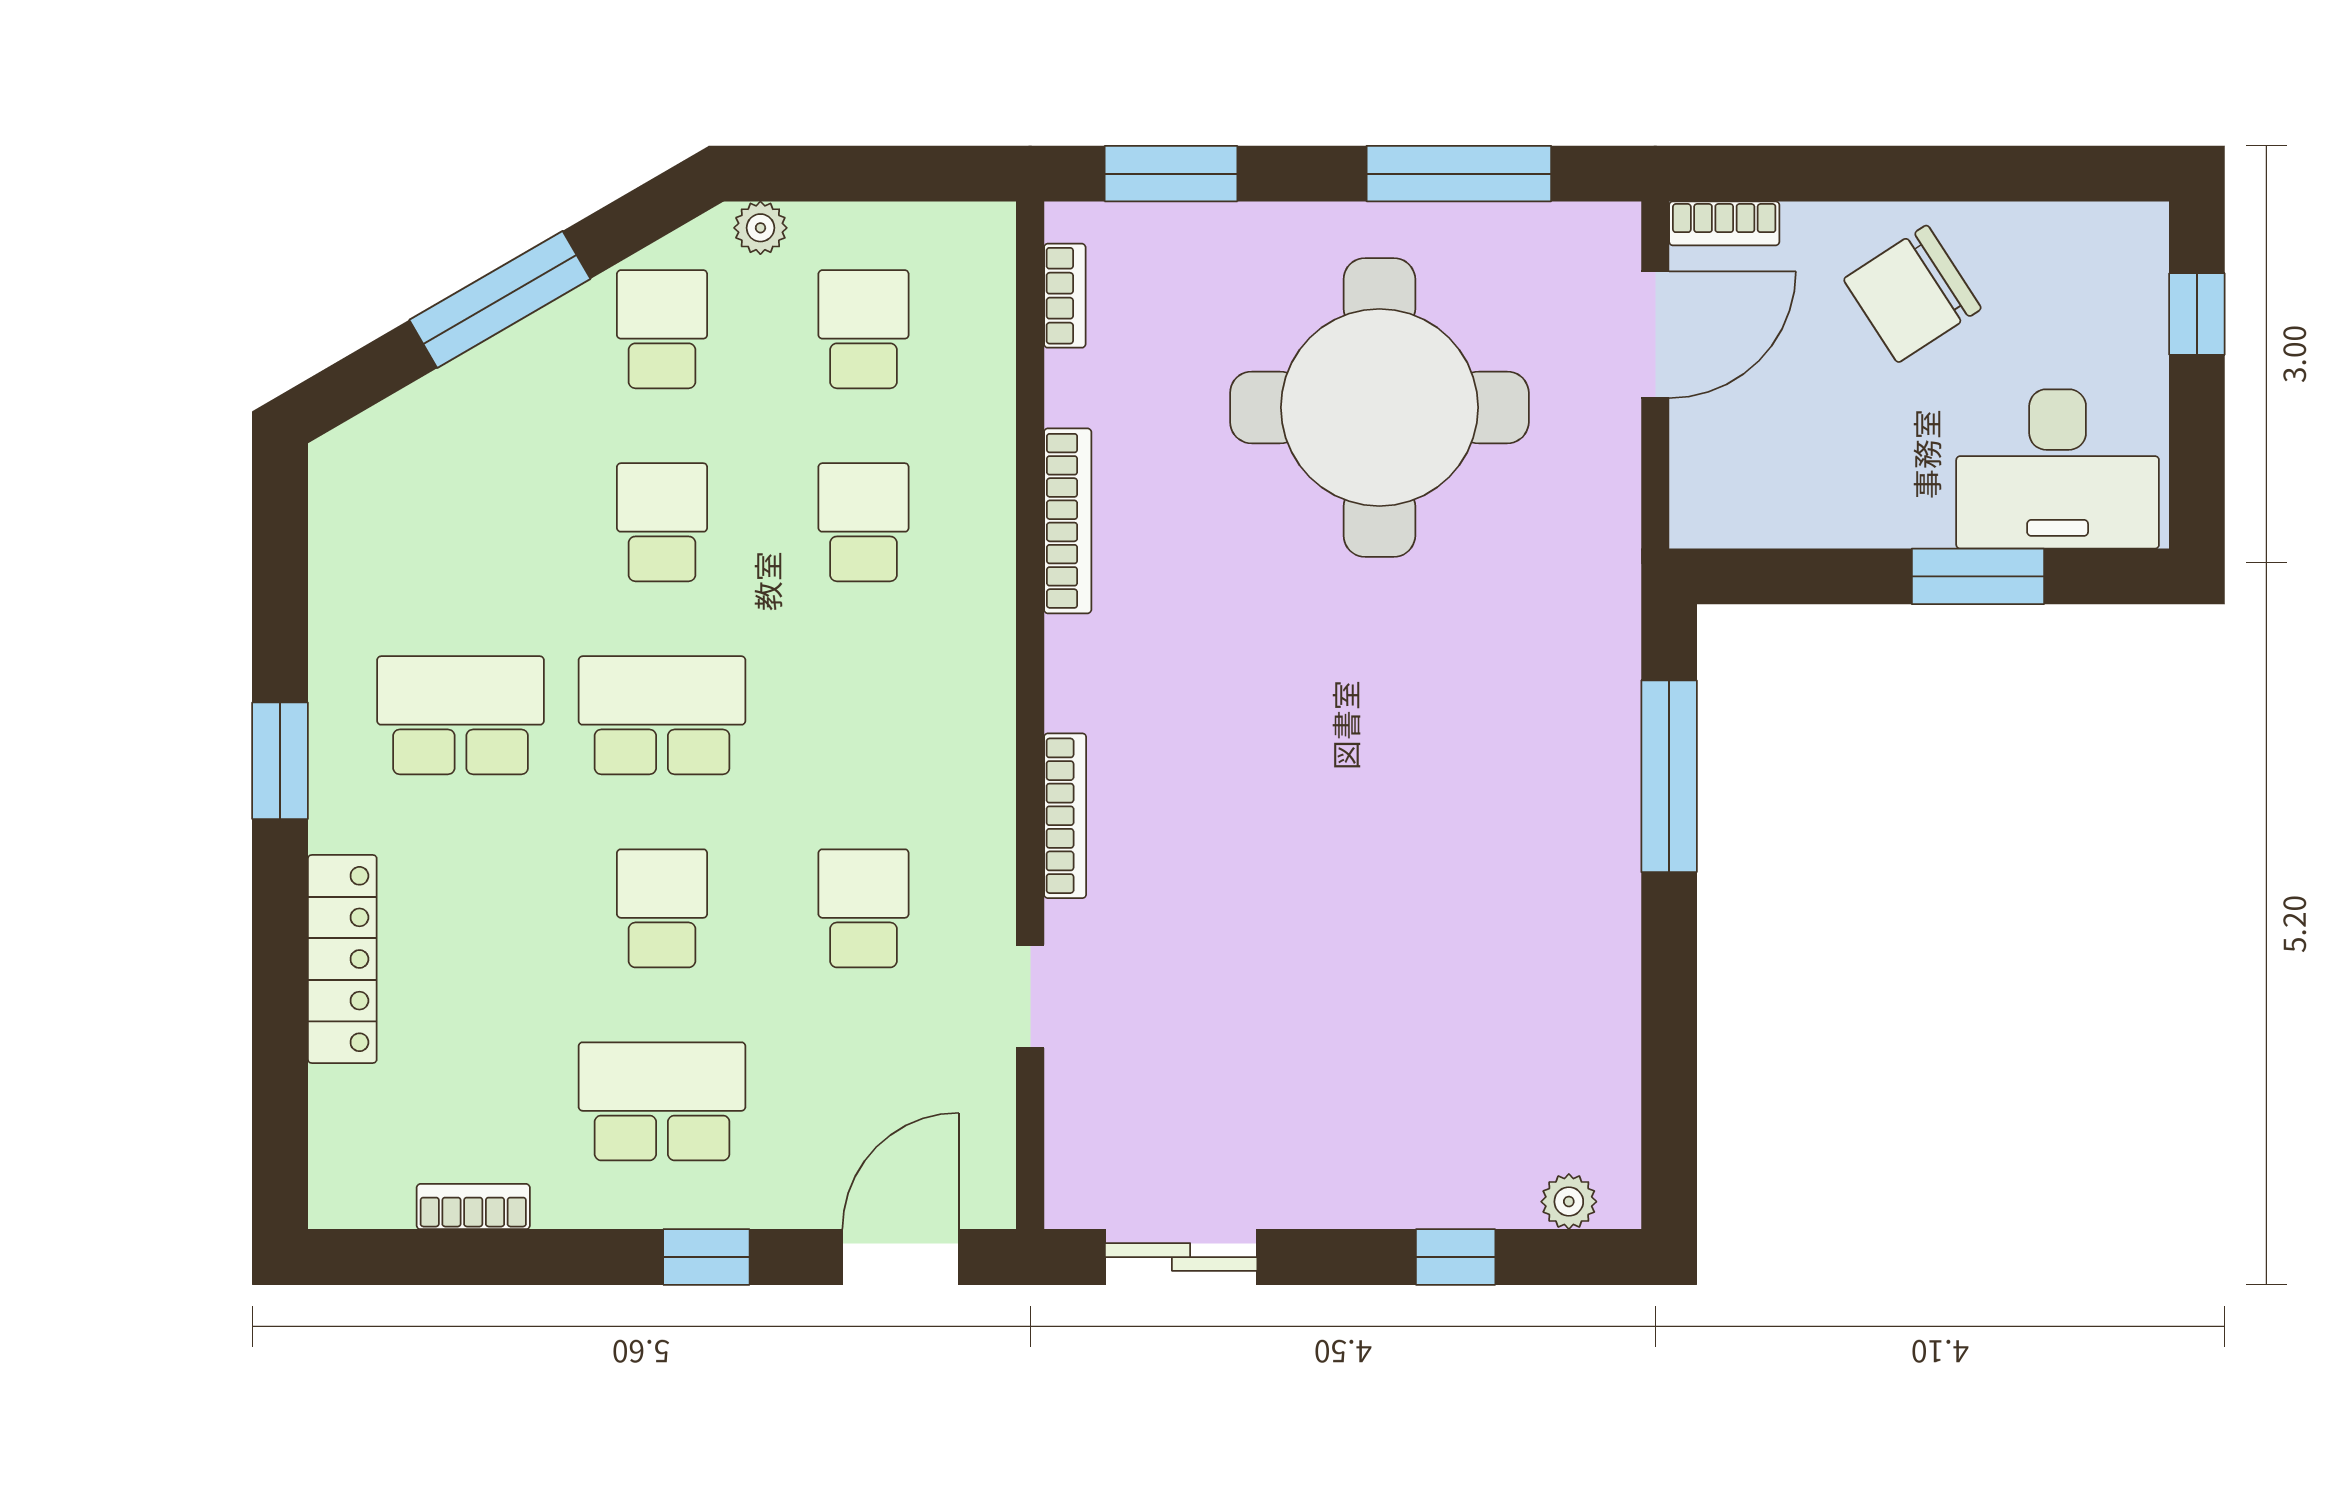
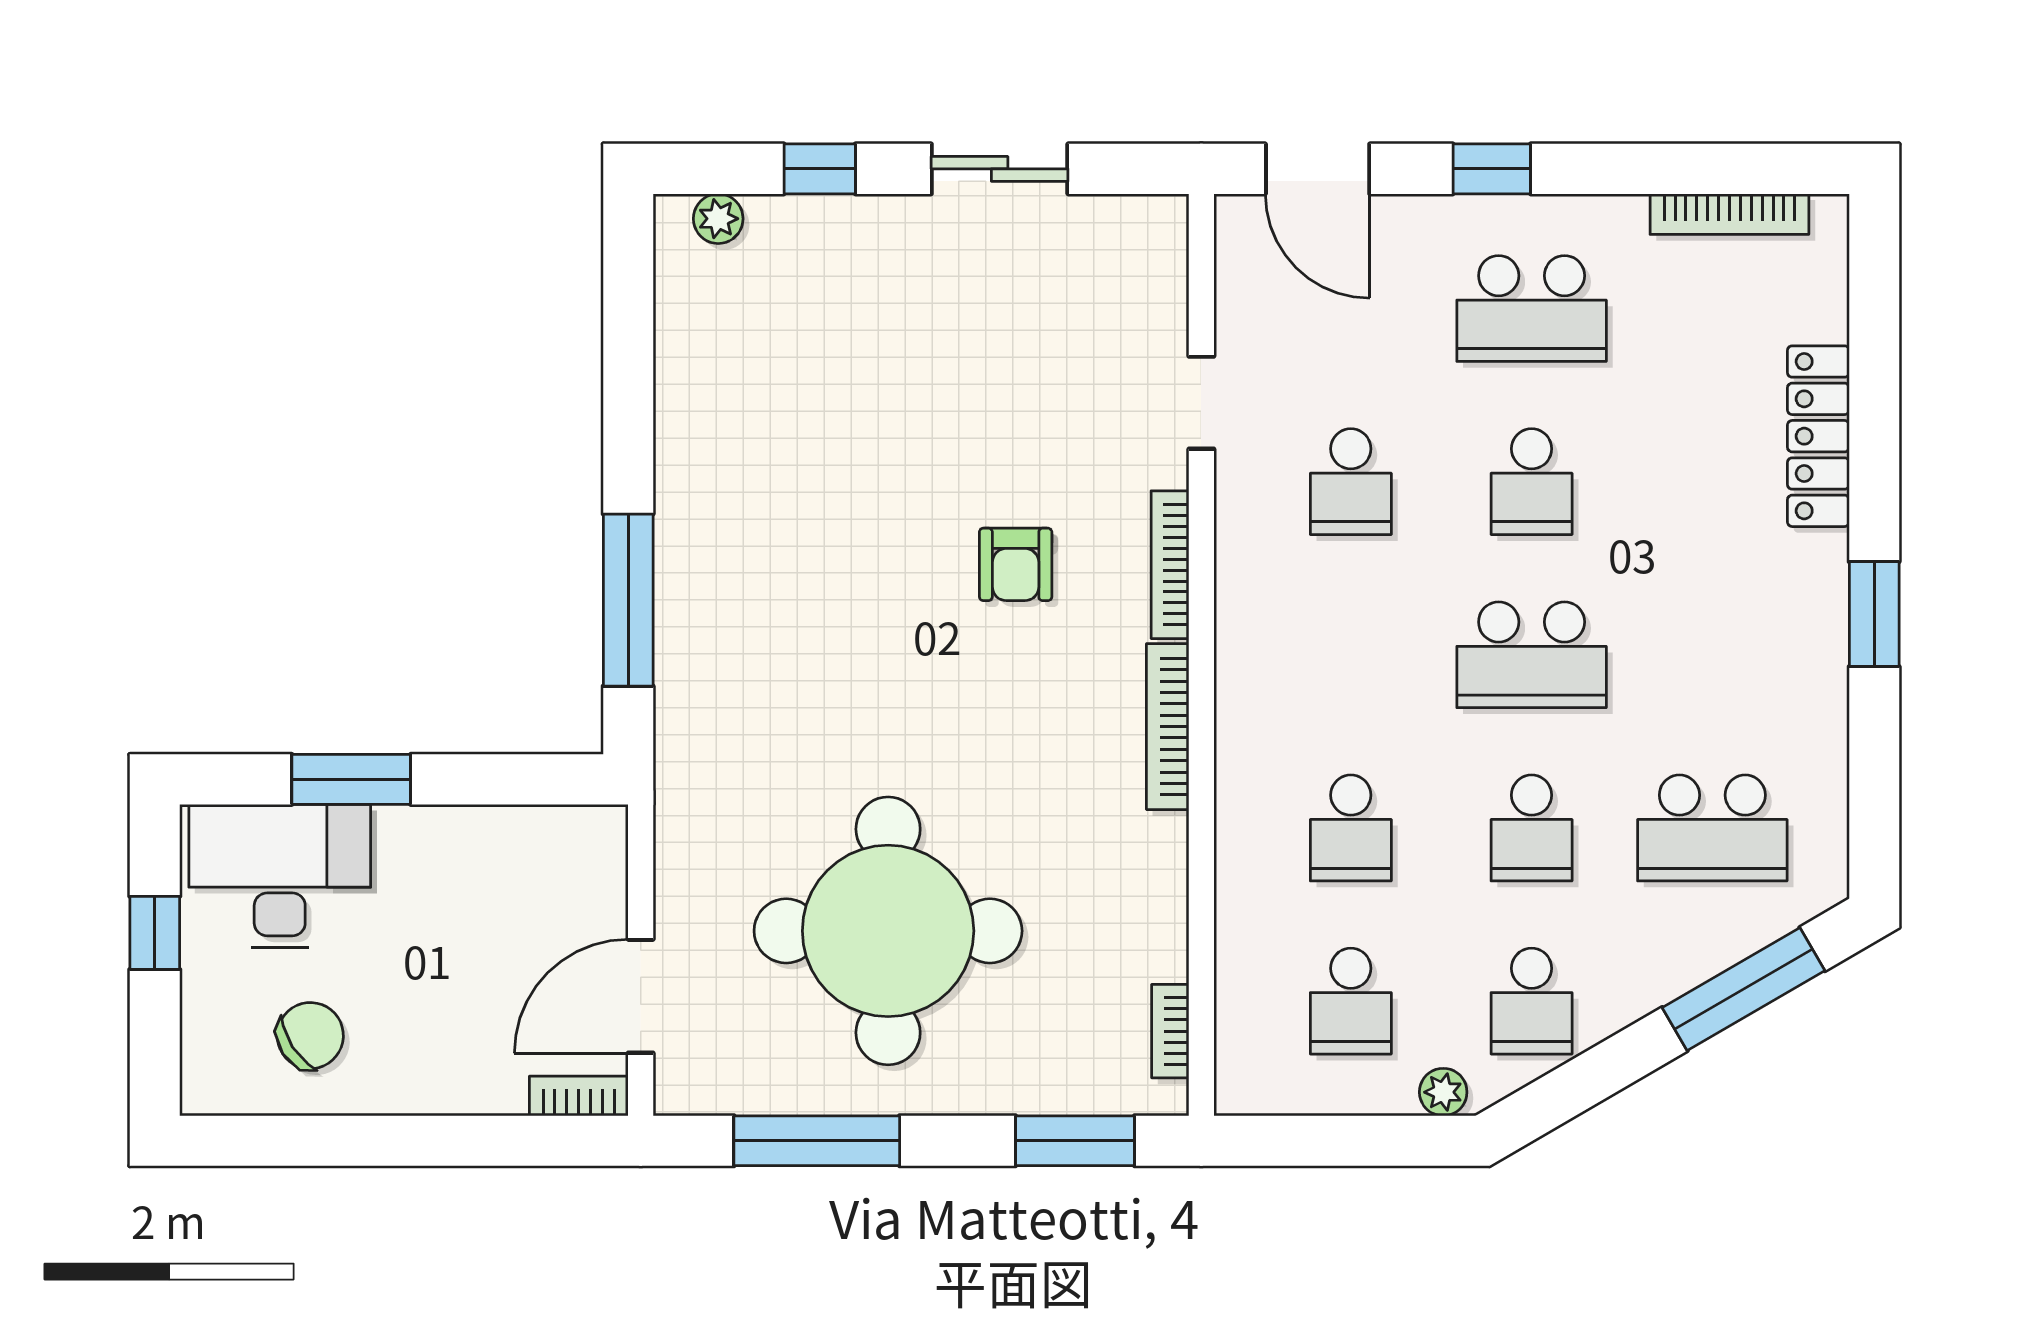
chair: (1912, 294) -> (310, 1036), moved, width x0.73, depth x0.73
window: (500, 299) -> (1744, 989), moved
window: (2197, 314) -> (155, 933), moved
bookcase: (1068, 521) -> (1168, 727), moved
school desk: (461, 715) -> (1712, 828), moved
armchair: (1237, 816) -> (1016, 564), added
bookcase: (473, 1207) -> (1729, 214), width x1.56
door: (901, 1257) -> (1318, 169), hinge flipped
sliding door: (1181, 1257) -> (1000, 169), moved

